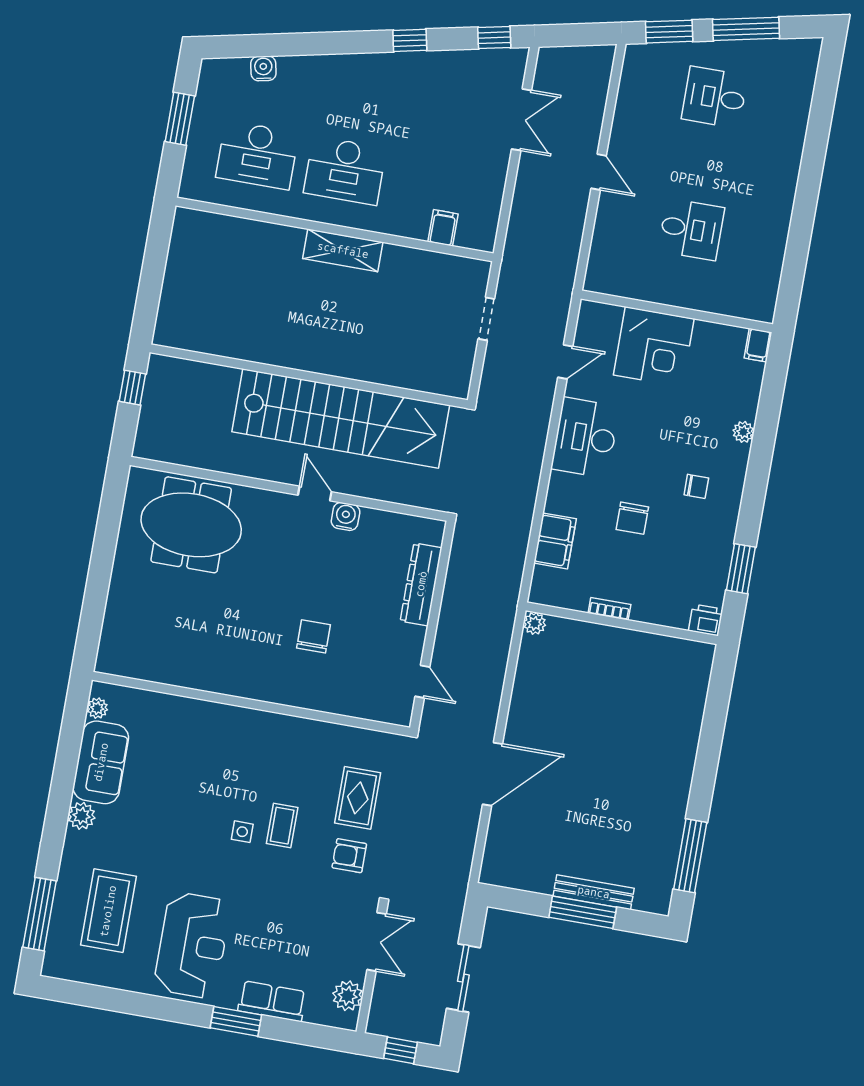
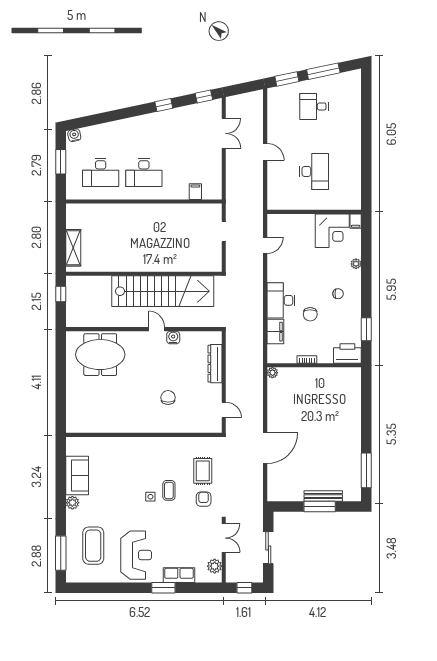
water cooler: (263, 68) -> (74, 135), moved
desk: (691, 229) -> (314, 171), width x1.37
shelving: (343, 250) -> (73, 248), moved, turned 90
corner desk: (654, 347) -> (332, 231), moved
desk: (585, 438) -> (281, 300), moved
printer: (706, 620) -> (347, 353), width x1.87, depth x1.48
plant: (97, 708) -> (71, 450), removed
armchair: (349, 856) -> (204, 499), turned 90

